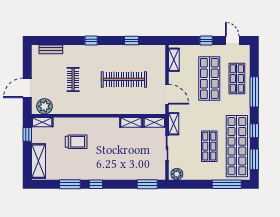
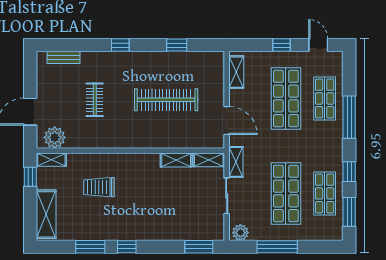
trolley: (76, 142) -> (99, 187), turned 180
shop shelf: (209, 146) -> (286, 193), width x1.43, depth x1.36
shop shelf: (237, 146) -> (325, 193), width x0.50, depth x0.74
window: (227, 184) -> (277, 247), moved

